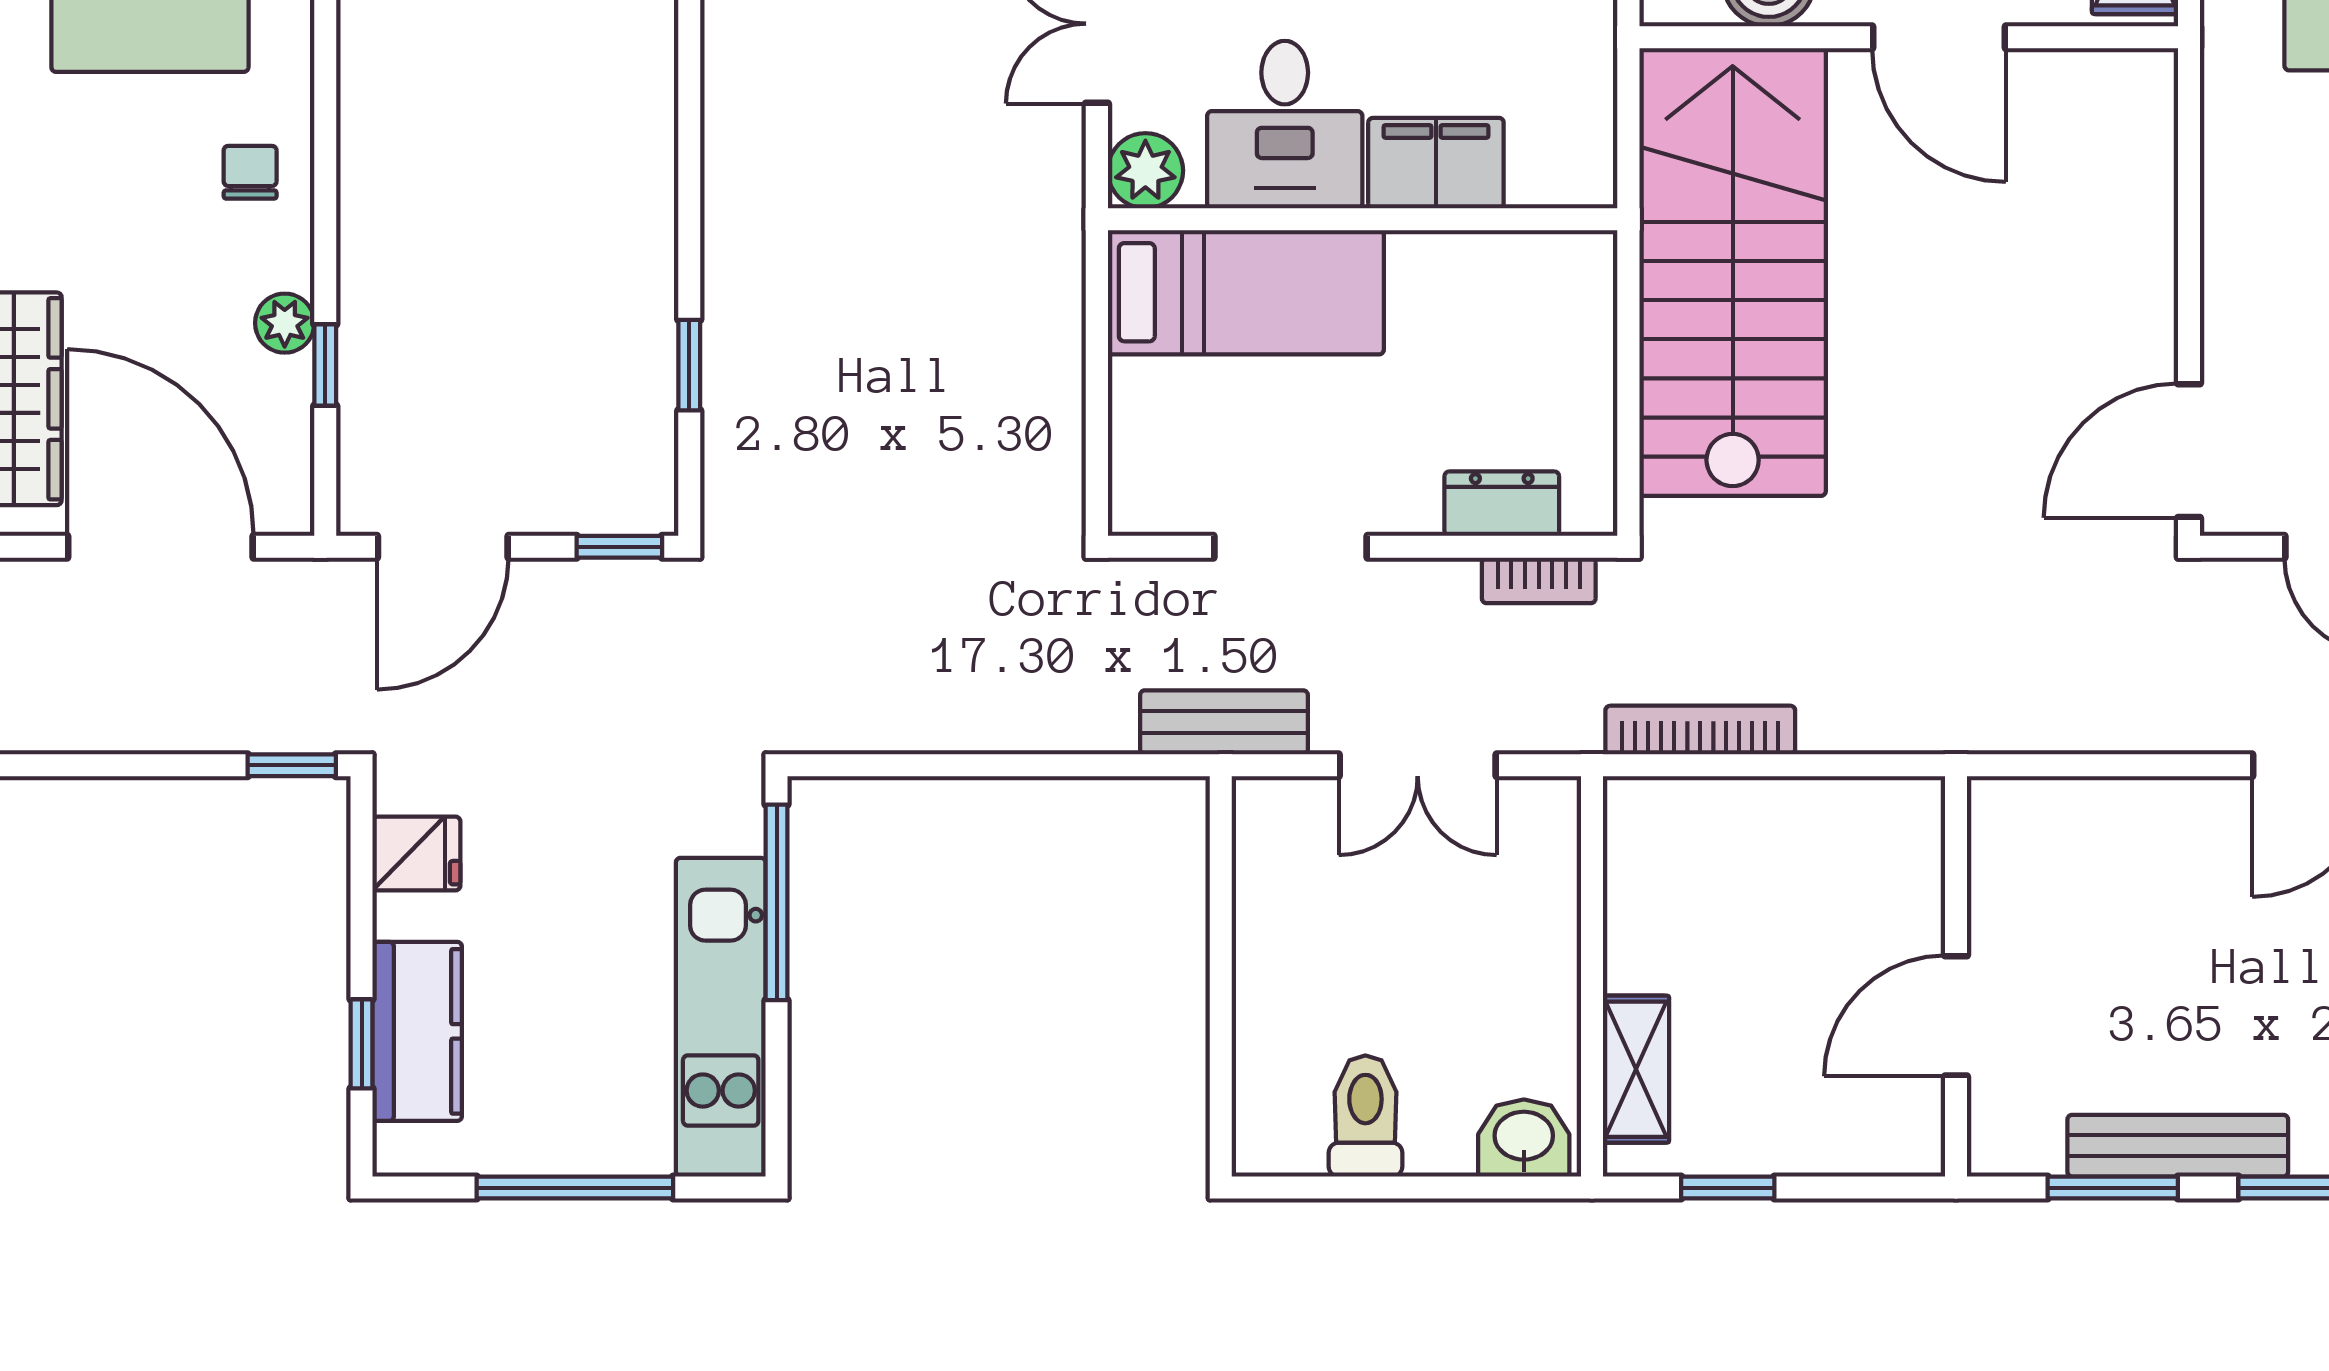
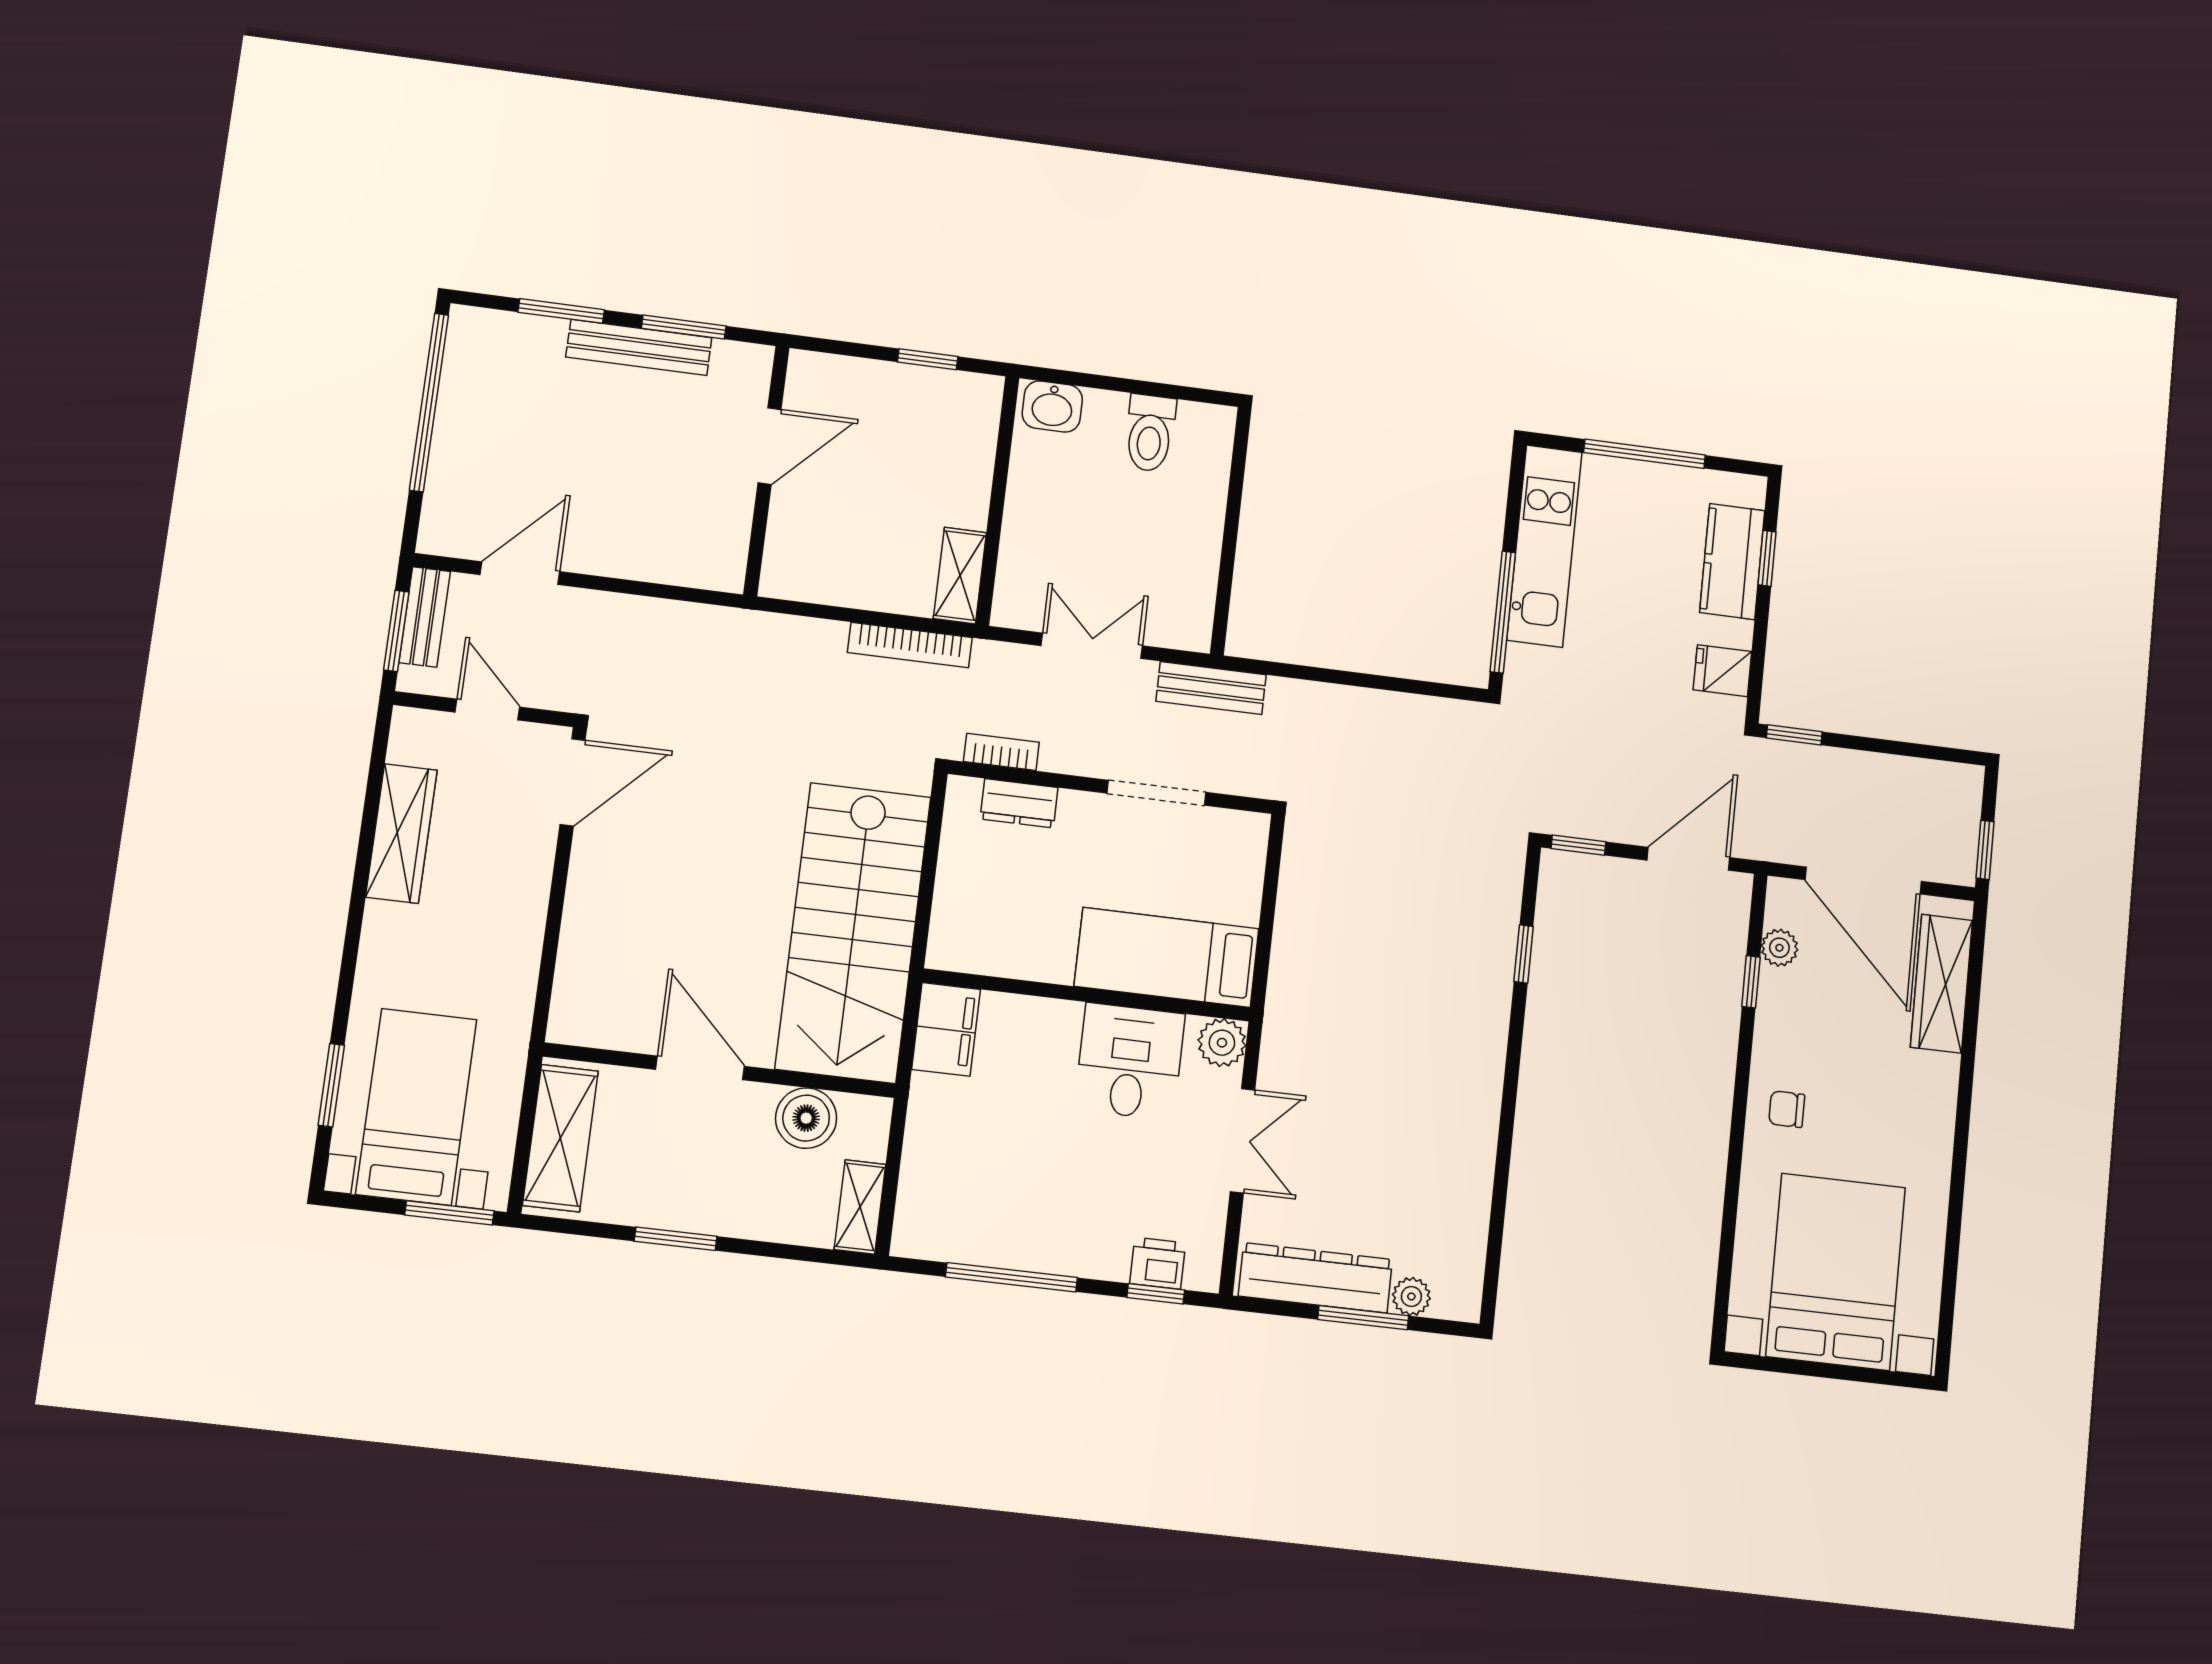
filing cabinet: (1436, 163) -> (946, 1029), moved, turned -90
chair: (250, 172) -> (1787, 1109), turned 90
plant: (285, 323) -> (1779, 948), moved
shelving: (1636, 1069) -> (960, 576), moved

